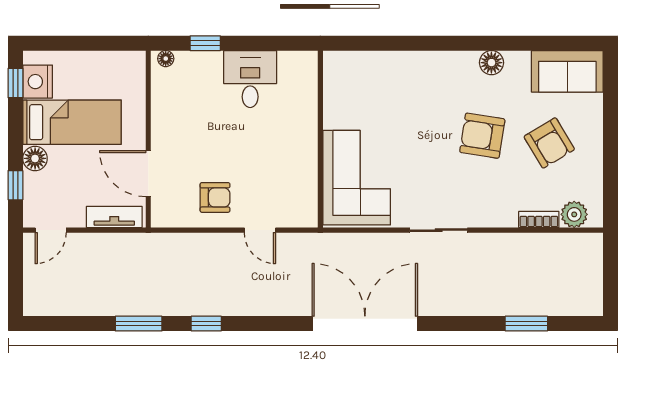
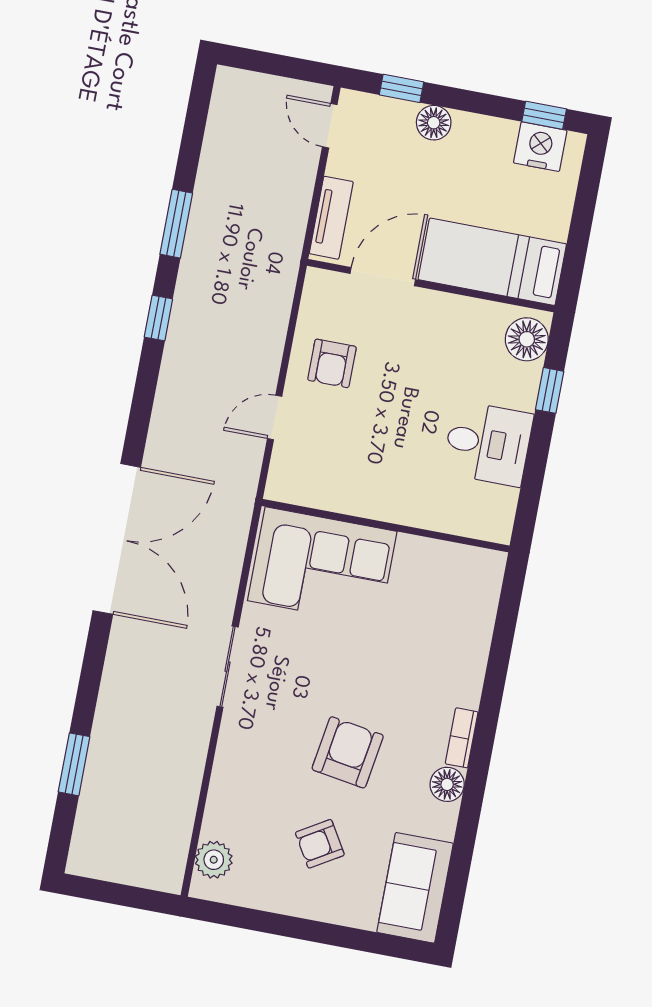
floor lamp: (166, 59) -> (527, 339), width x1.89, depth x1.89
bed: (72, 122) -> (492, 262), moved, turned 90
armchair: (549, 143) -> (320, 844), width x0.72, depth x0.72
bookcase: (539, 220) -> (462, 738), moved, turned 180

